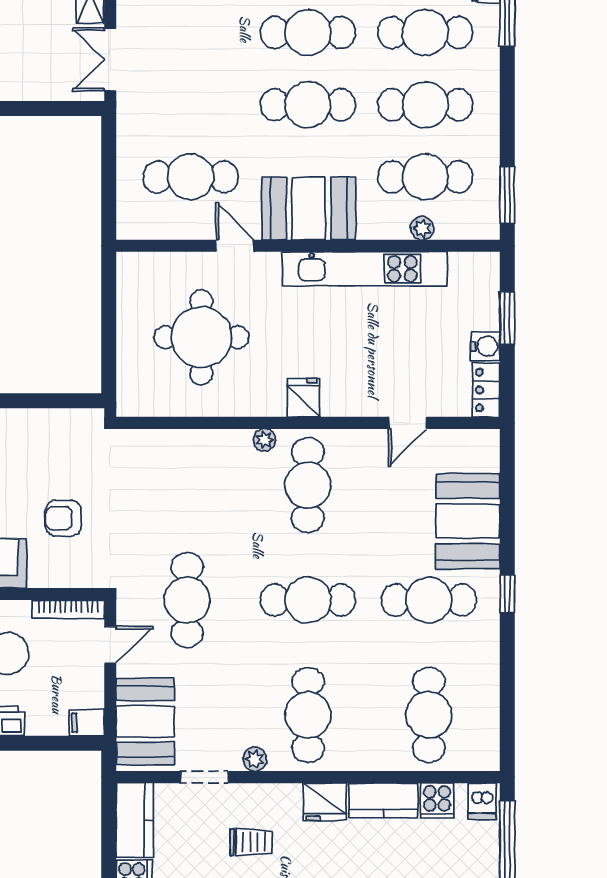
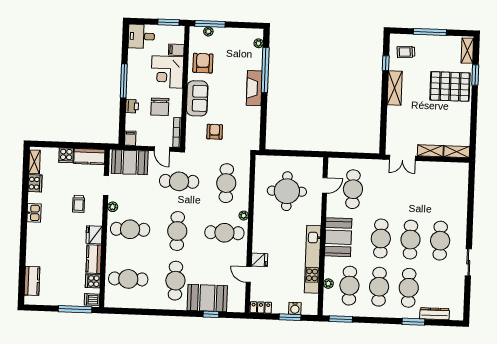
double door: (110, 59) -> (402, 158), swing flipped
door: (235, 246) -> (325, 185), moved
water cooler: (485, 346) -> (295, 308), moved
fridge: (303, 398) -> (259, 260), moved
cafe table: (187, 485) -> (226, 183), added
window: (507, 594) -> (211, 314), moved

